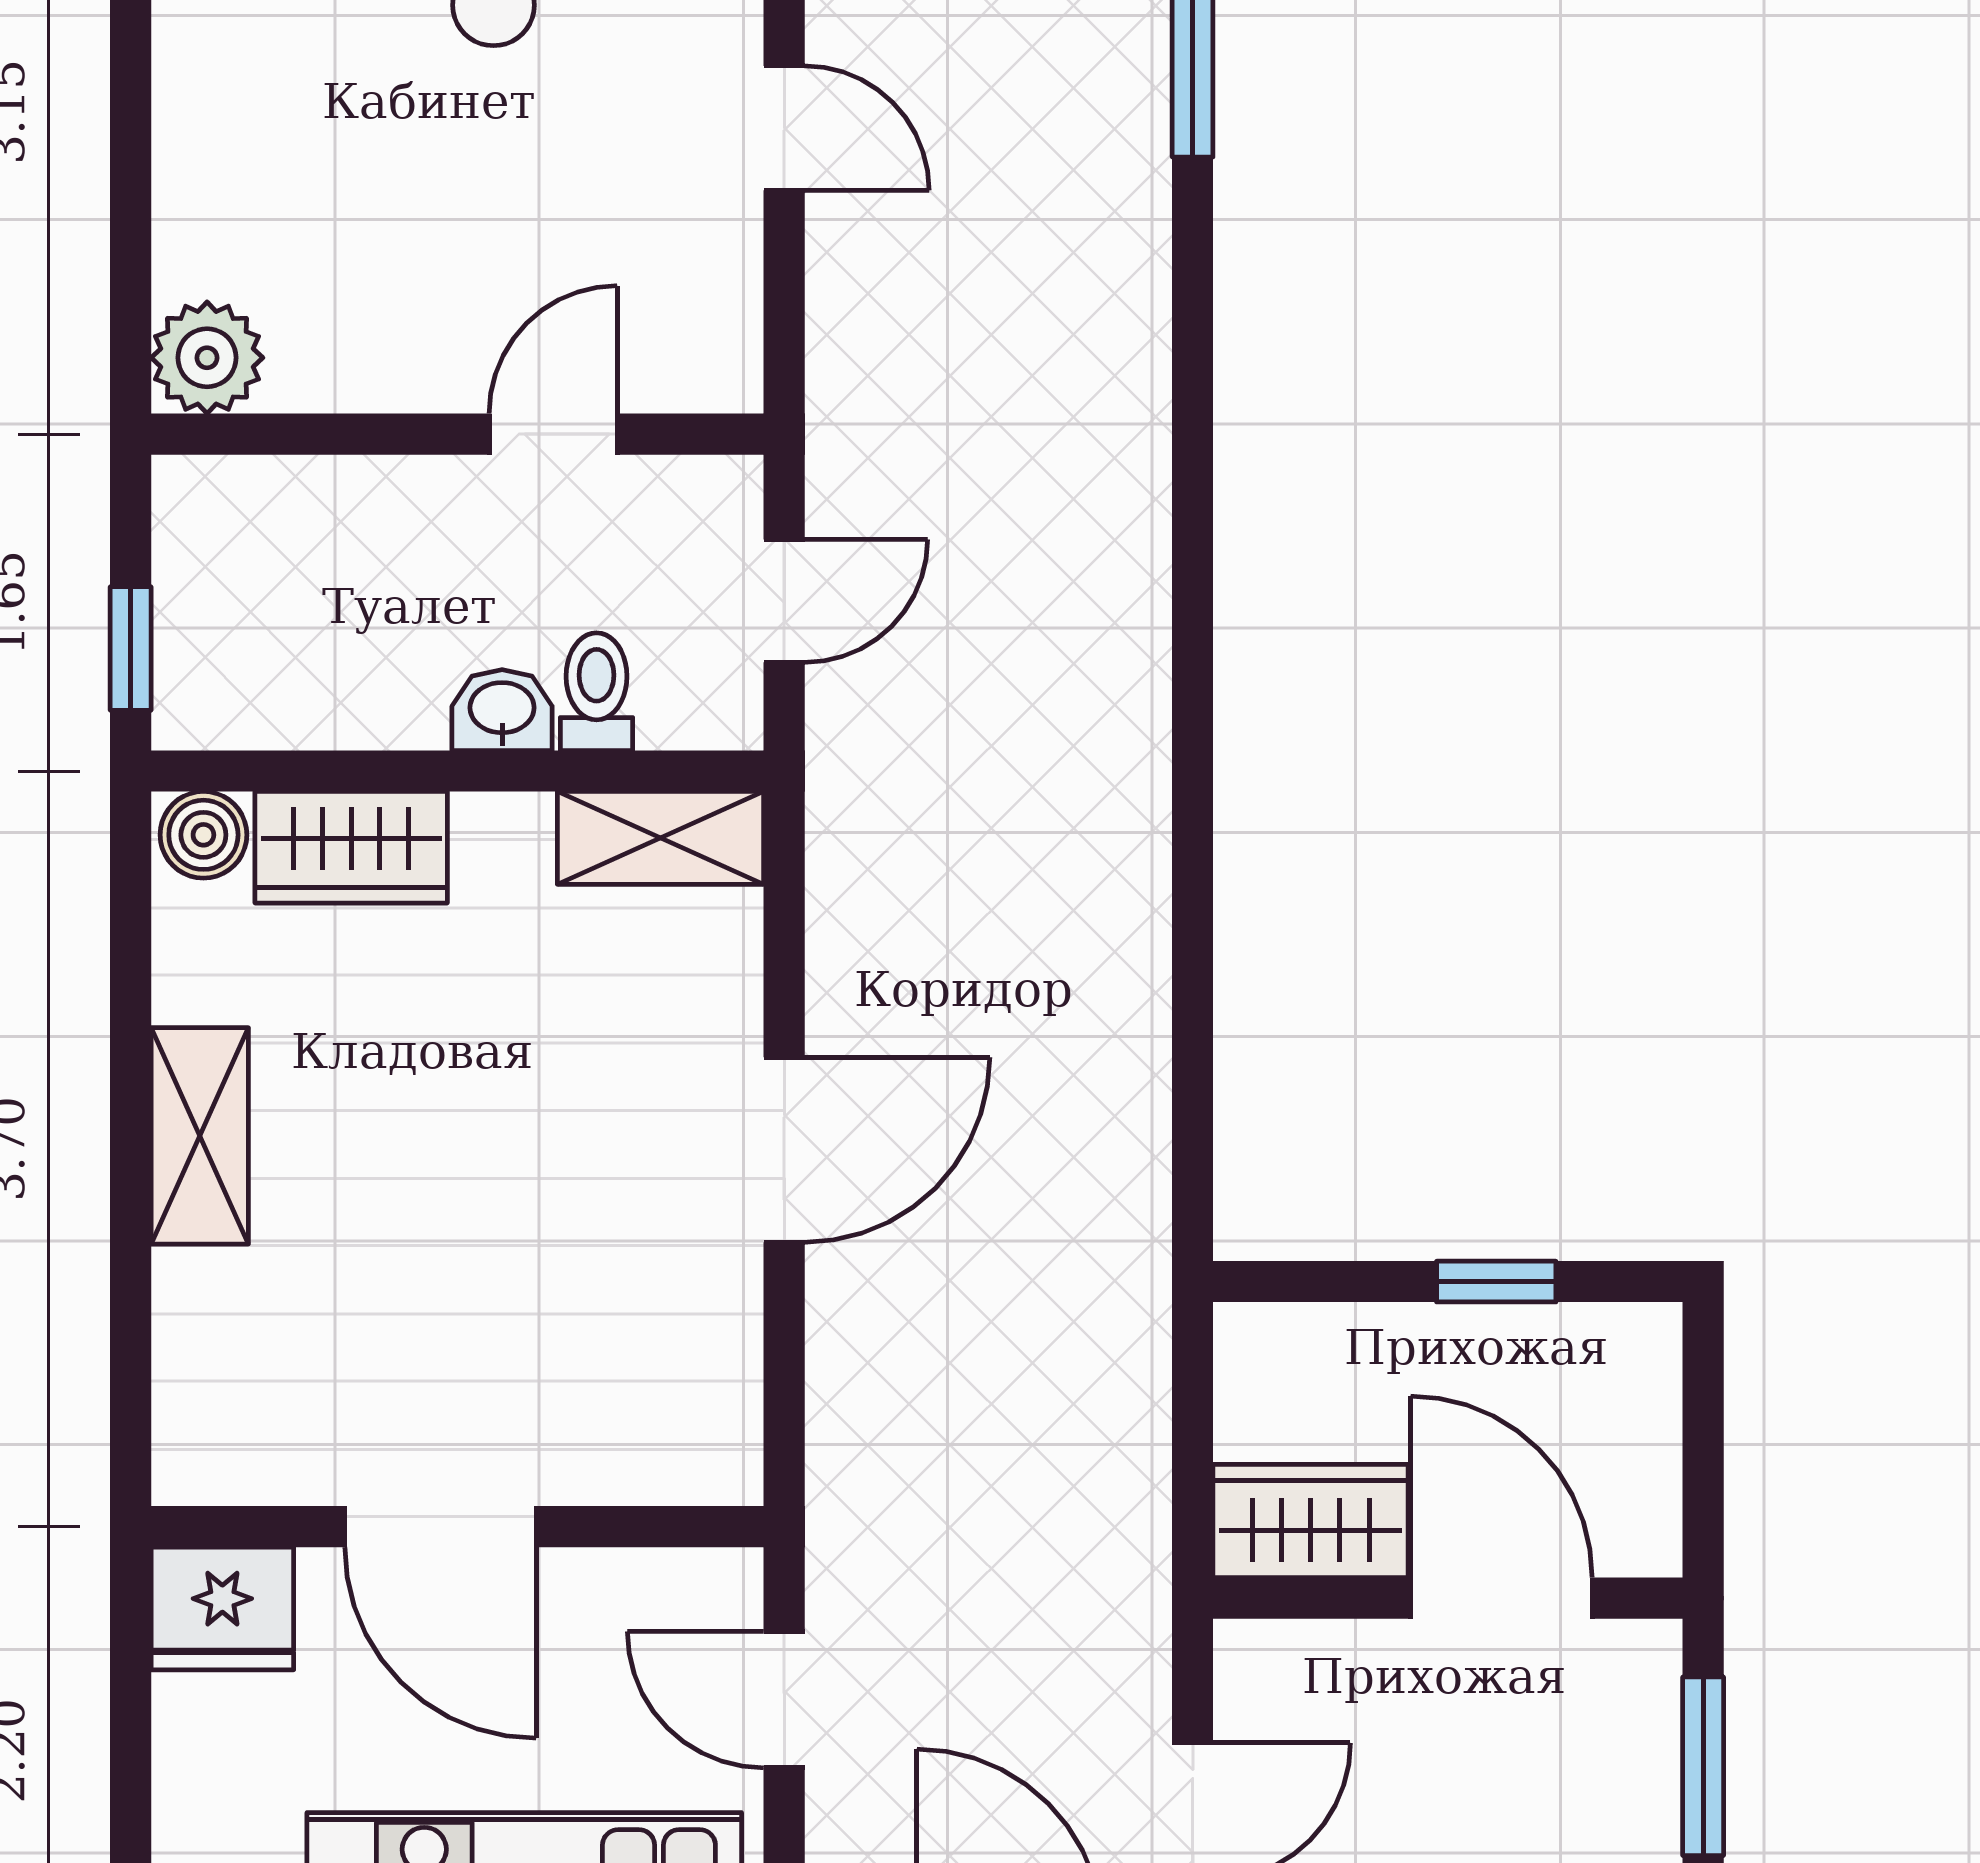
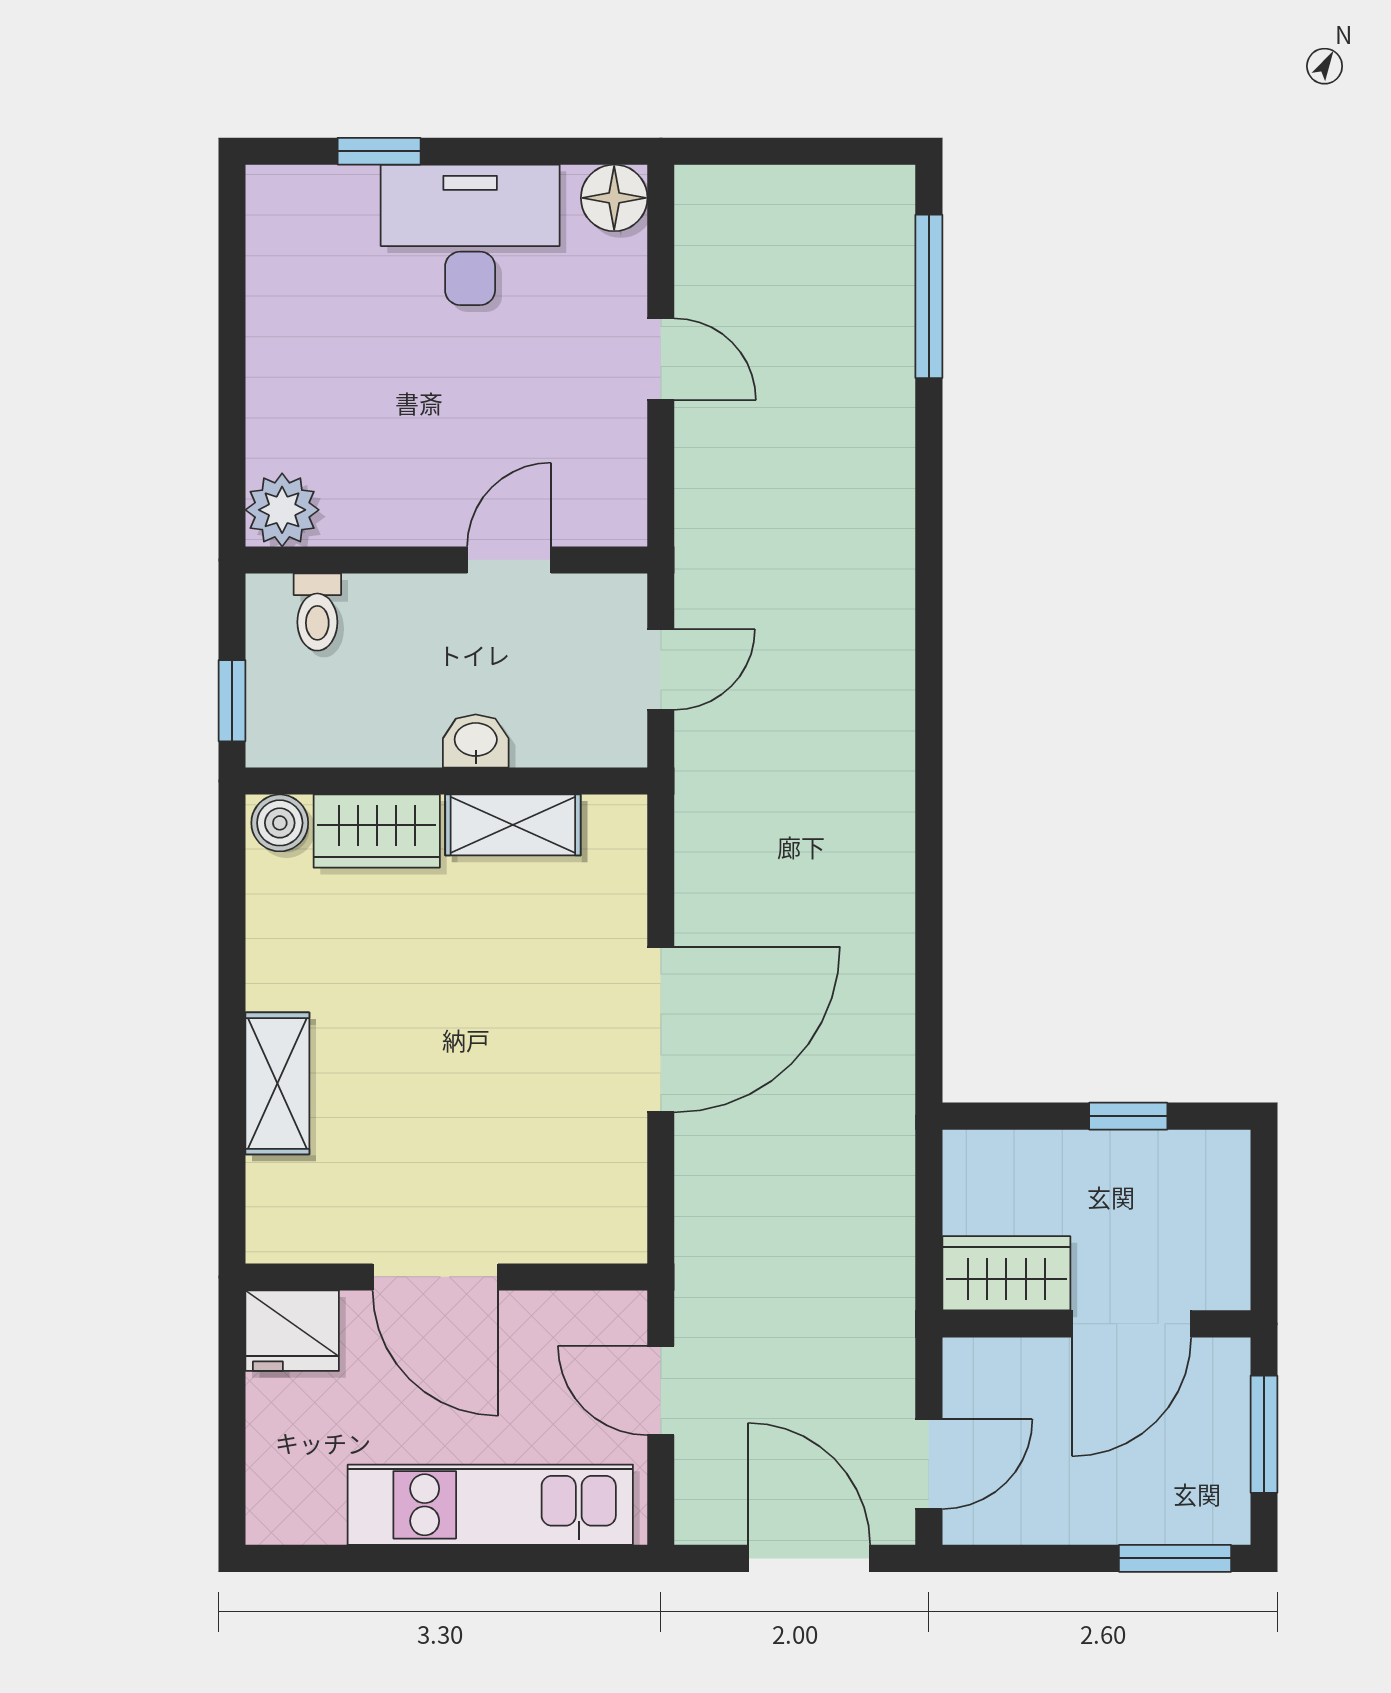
toilet: (597, 692) -> (317, 612), moved, turned 180
shelving: (661, 838) -> (513, 825), moved
shelving: (200, 1136) -> (277, 1083), moved
door: (784, 1150) -> (661, 1030), width x1.36
door: (1501, 1598) -> (1132, 1324), swing flipped

